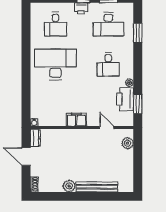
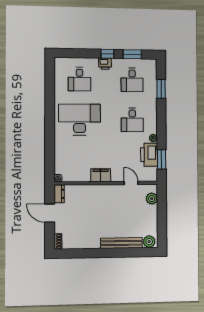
desk: (108, 24) -> (132, 80), width x0.73
plant: (69, 186) -> (149, 242), moved

